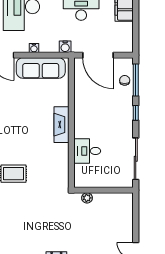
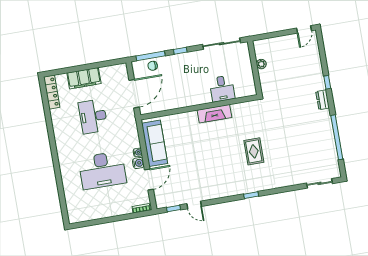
water cooler: (65, 47) -> (138, 163), moved
fireplace: (61, 125) -> (214, 114), moved
plant: (87, 198) -> (261, 64), moved

